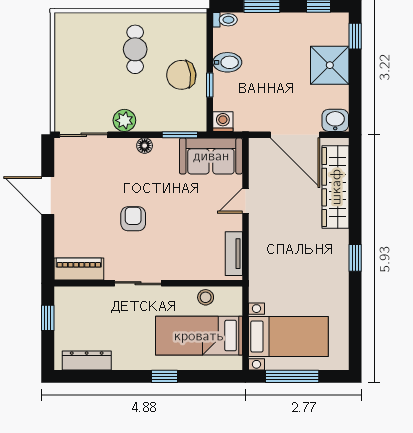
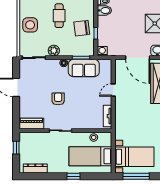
bidet: (227, 62) -> (104, 10), moved
side table: (76, 68) -> (30, 25), added
sofa: (211, 156) -> (84, 68), moved

